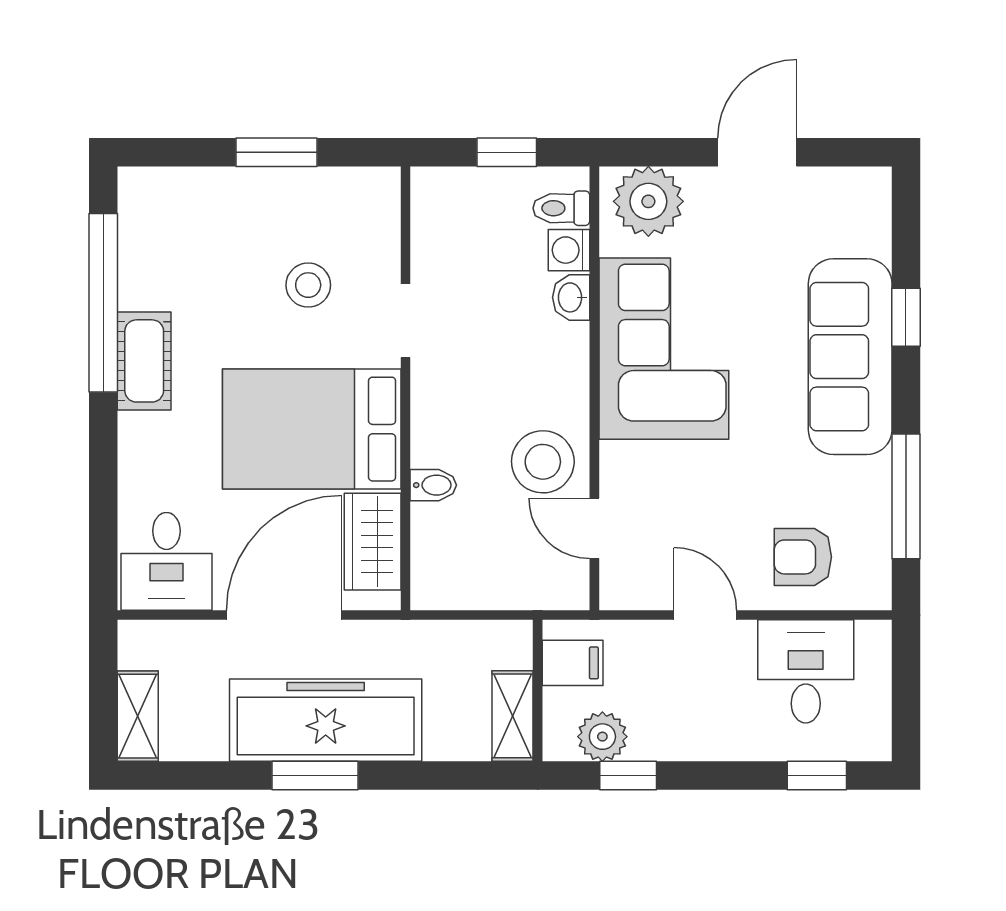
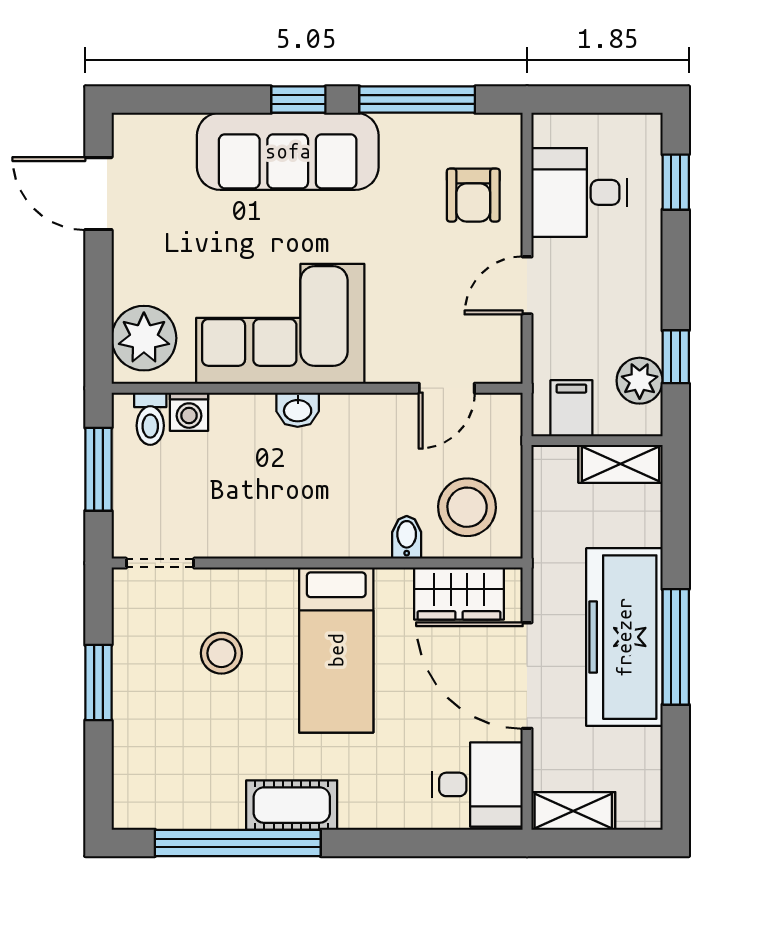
window: (507, 152) -> (98, 469), width x1.50
door: (757, 152) -> (98, 194), moved
washbasin: (571, 297) -> (298, 410), moved
window: (906, 317) -> (298, 100), moved
doorway: (406, 321) -> (160, 563), moved
bed: (312, 429) -> (336, 650), width x0.67
stool: (543, 462) -> (467, 507), moved
shelving: (138, 716) -> (573, 811), moved
window: (315, 776) -> (676, 647), width x1.44

